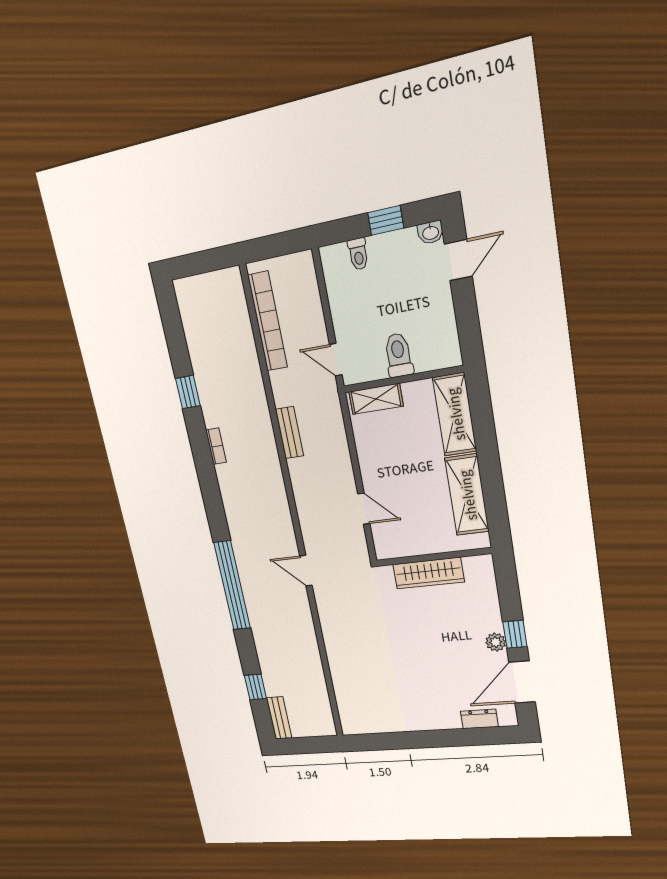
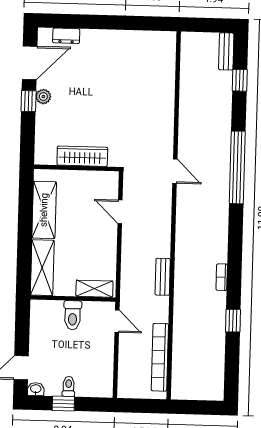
toilet: (358, 254) -> (69, 386), moved

